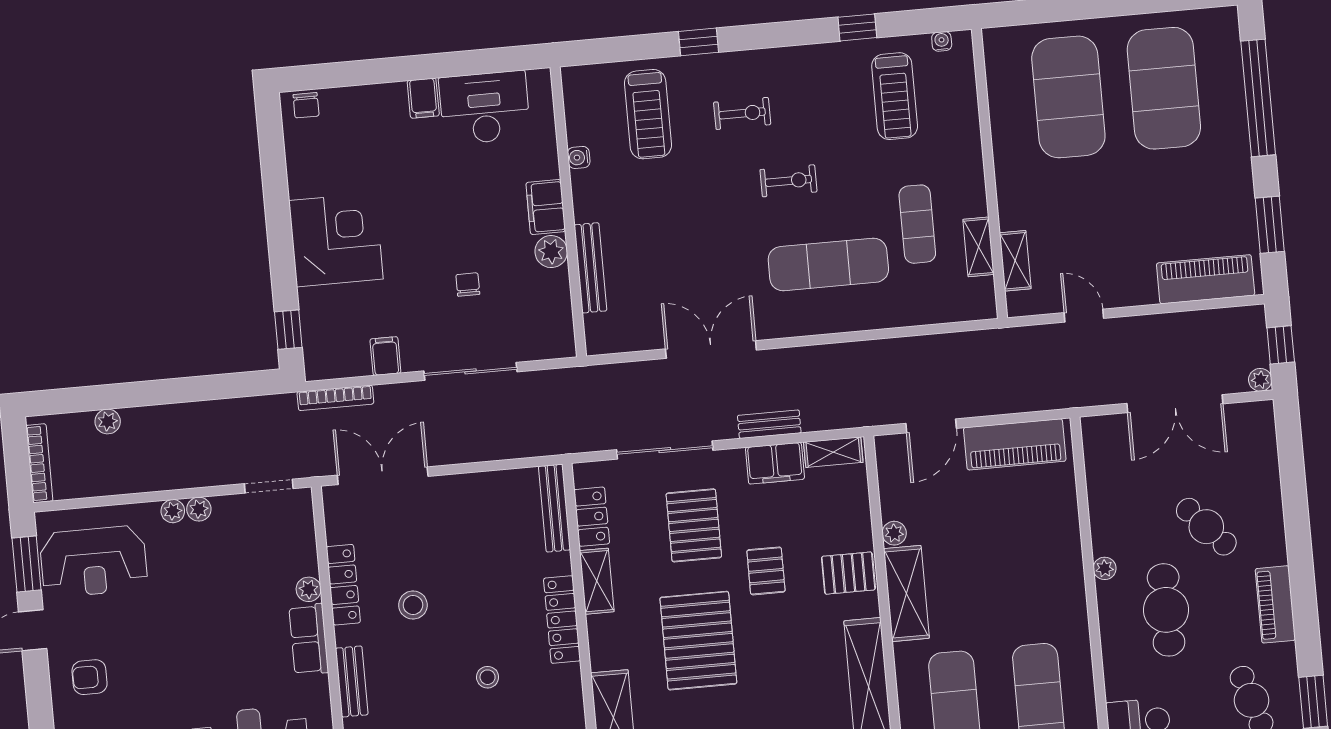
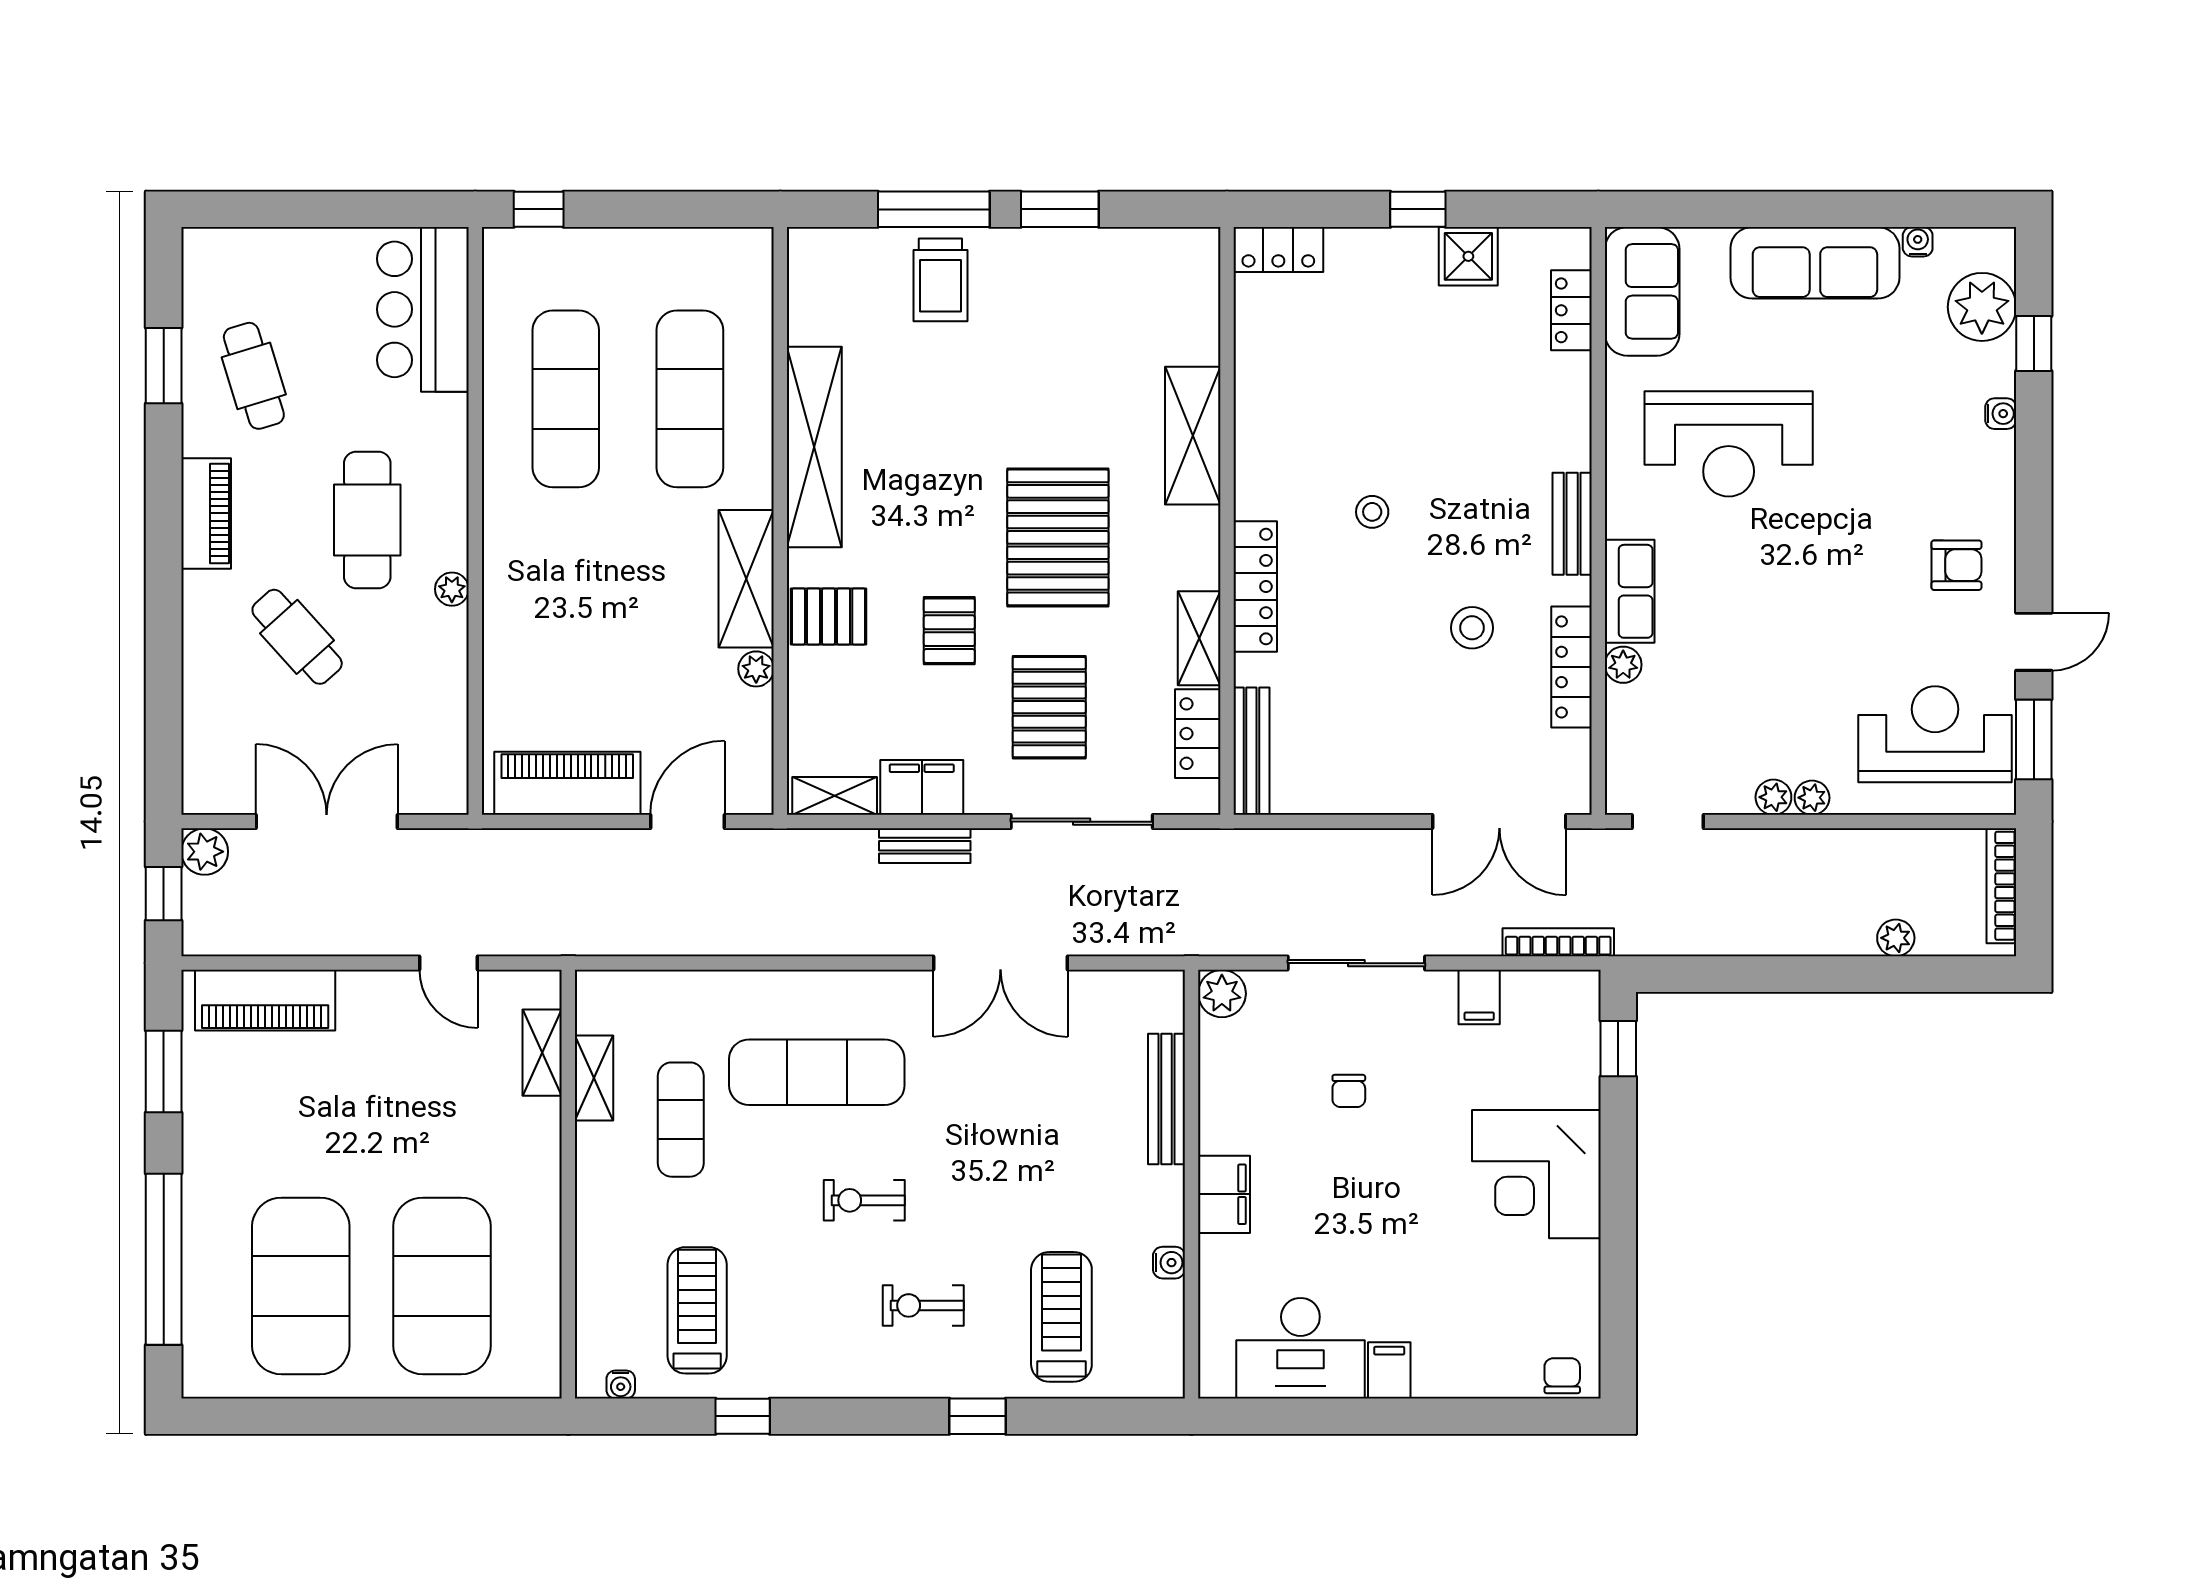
plant: (551, 252) -> (1222, 994), moved
plant: (1260, 380) -> (205, 852), width x1.38, depth x1.38

